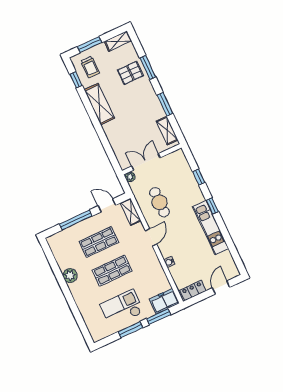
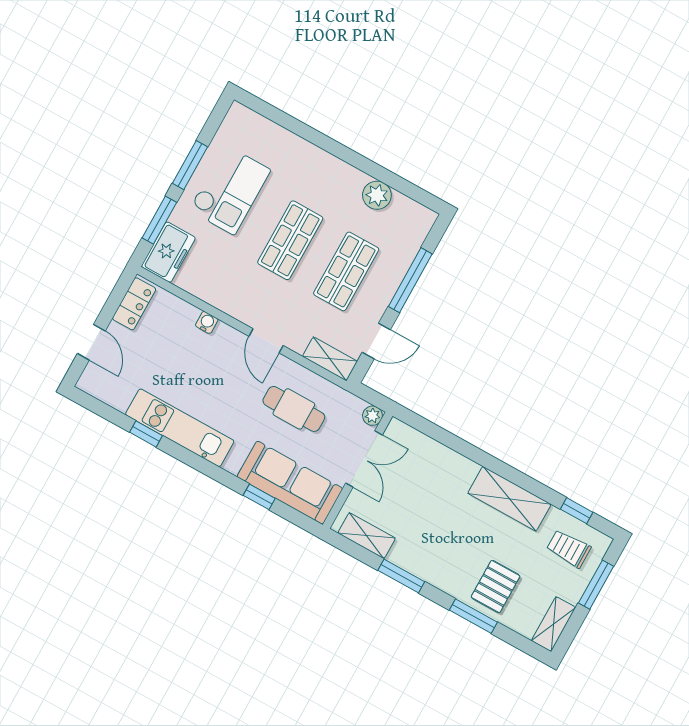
sofa: (182, 174) -> (290, 483), added
window: (212, 206) -> (146, 434), moved
plant: (70, 276) -> (377, 195), moved

